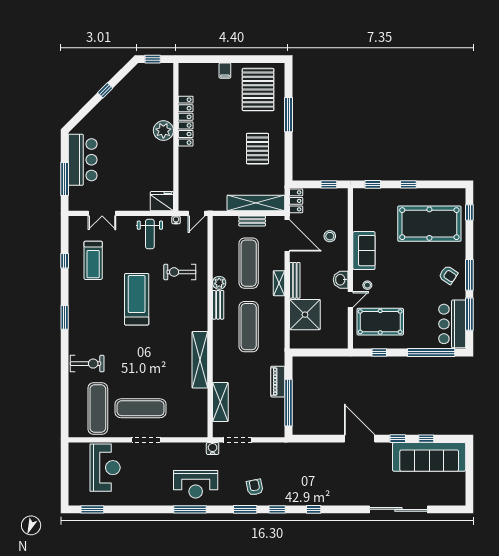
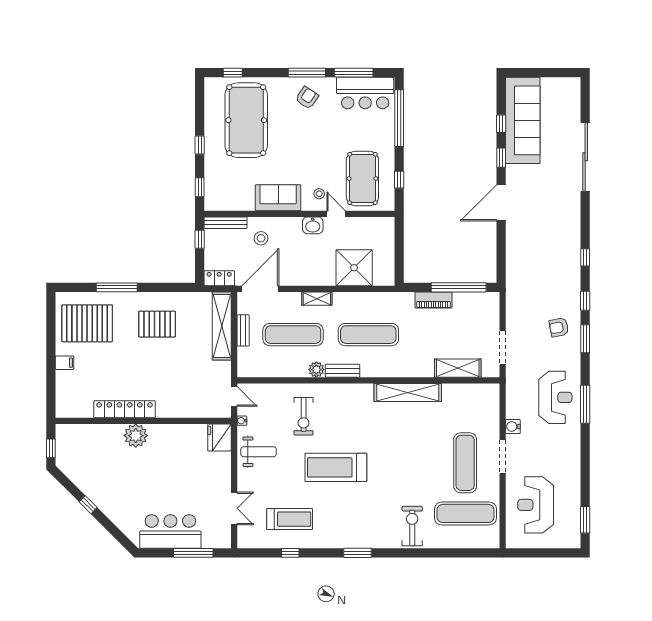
bench: (295, 280) -> (225, 223), moved
water cooler: (213, 448) -> (513, 426), moved
reception desk: (105, 468) -> (536, 505), turned -90

